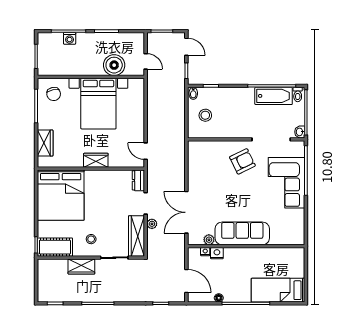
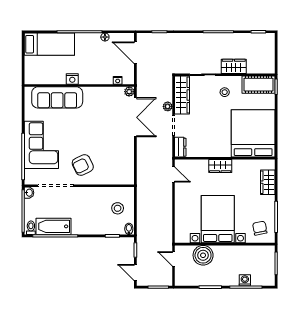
sofa: (242, 233) -> (57, 97), moved
plant: (209, 240) -> (129, 92), moved
nightstand: (217, 253) -> (72, 79), moved

